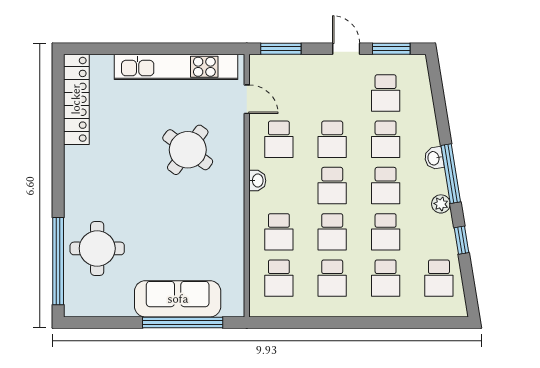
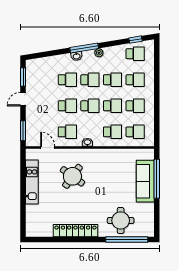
kitchen unit: (176, 67) -> (32, 182), width x0.73
school desk: (386, 93) -> (45, 80), removed
locker: (76, 99) -> (75, 231), moved
door: (247, 99) -> (48, 147), hinge flipped
window: (462, 240) -> (135, 40), moved

